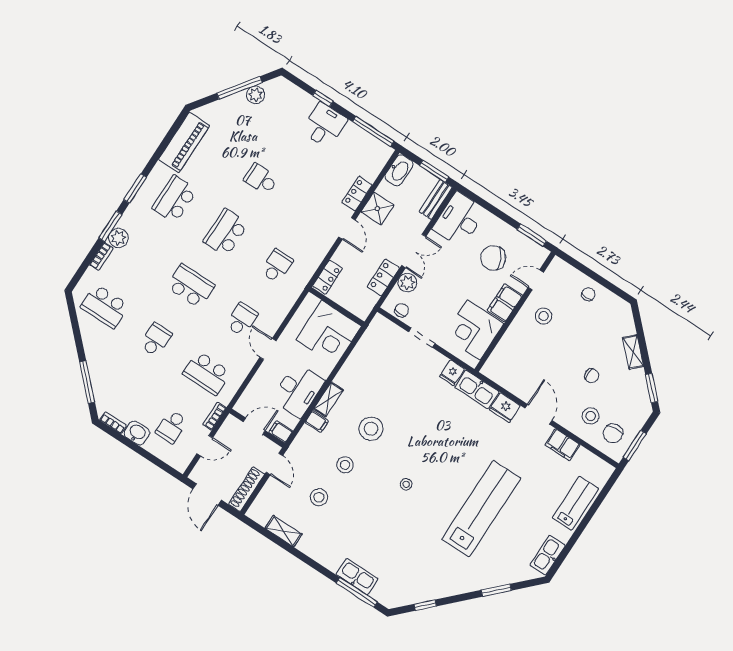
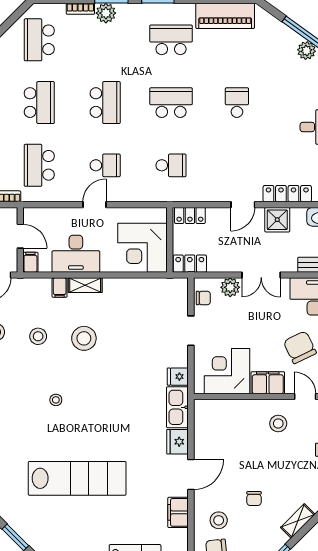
locker: (357, 194) -> (287, 194), width x1.53
locker: (383, 277) -> (190, 264), moved
school desk: (156, 340) -> (39, 103), width x1.85

